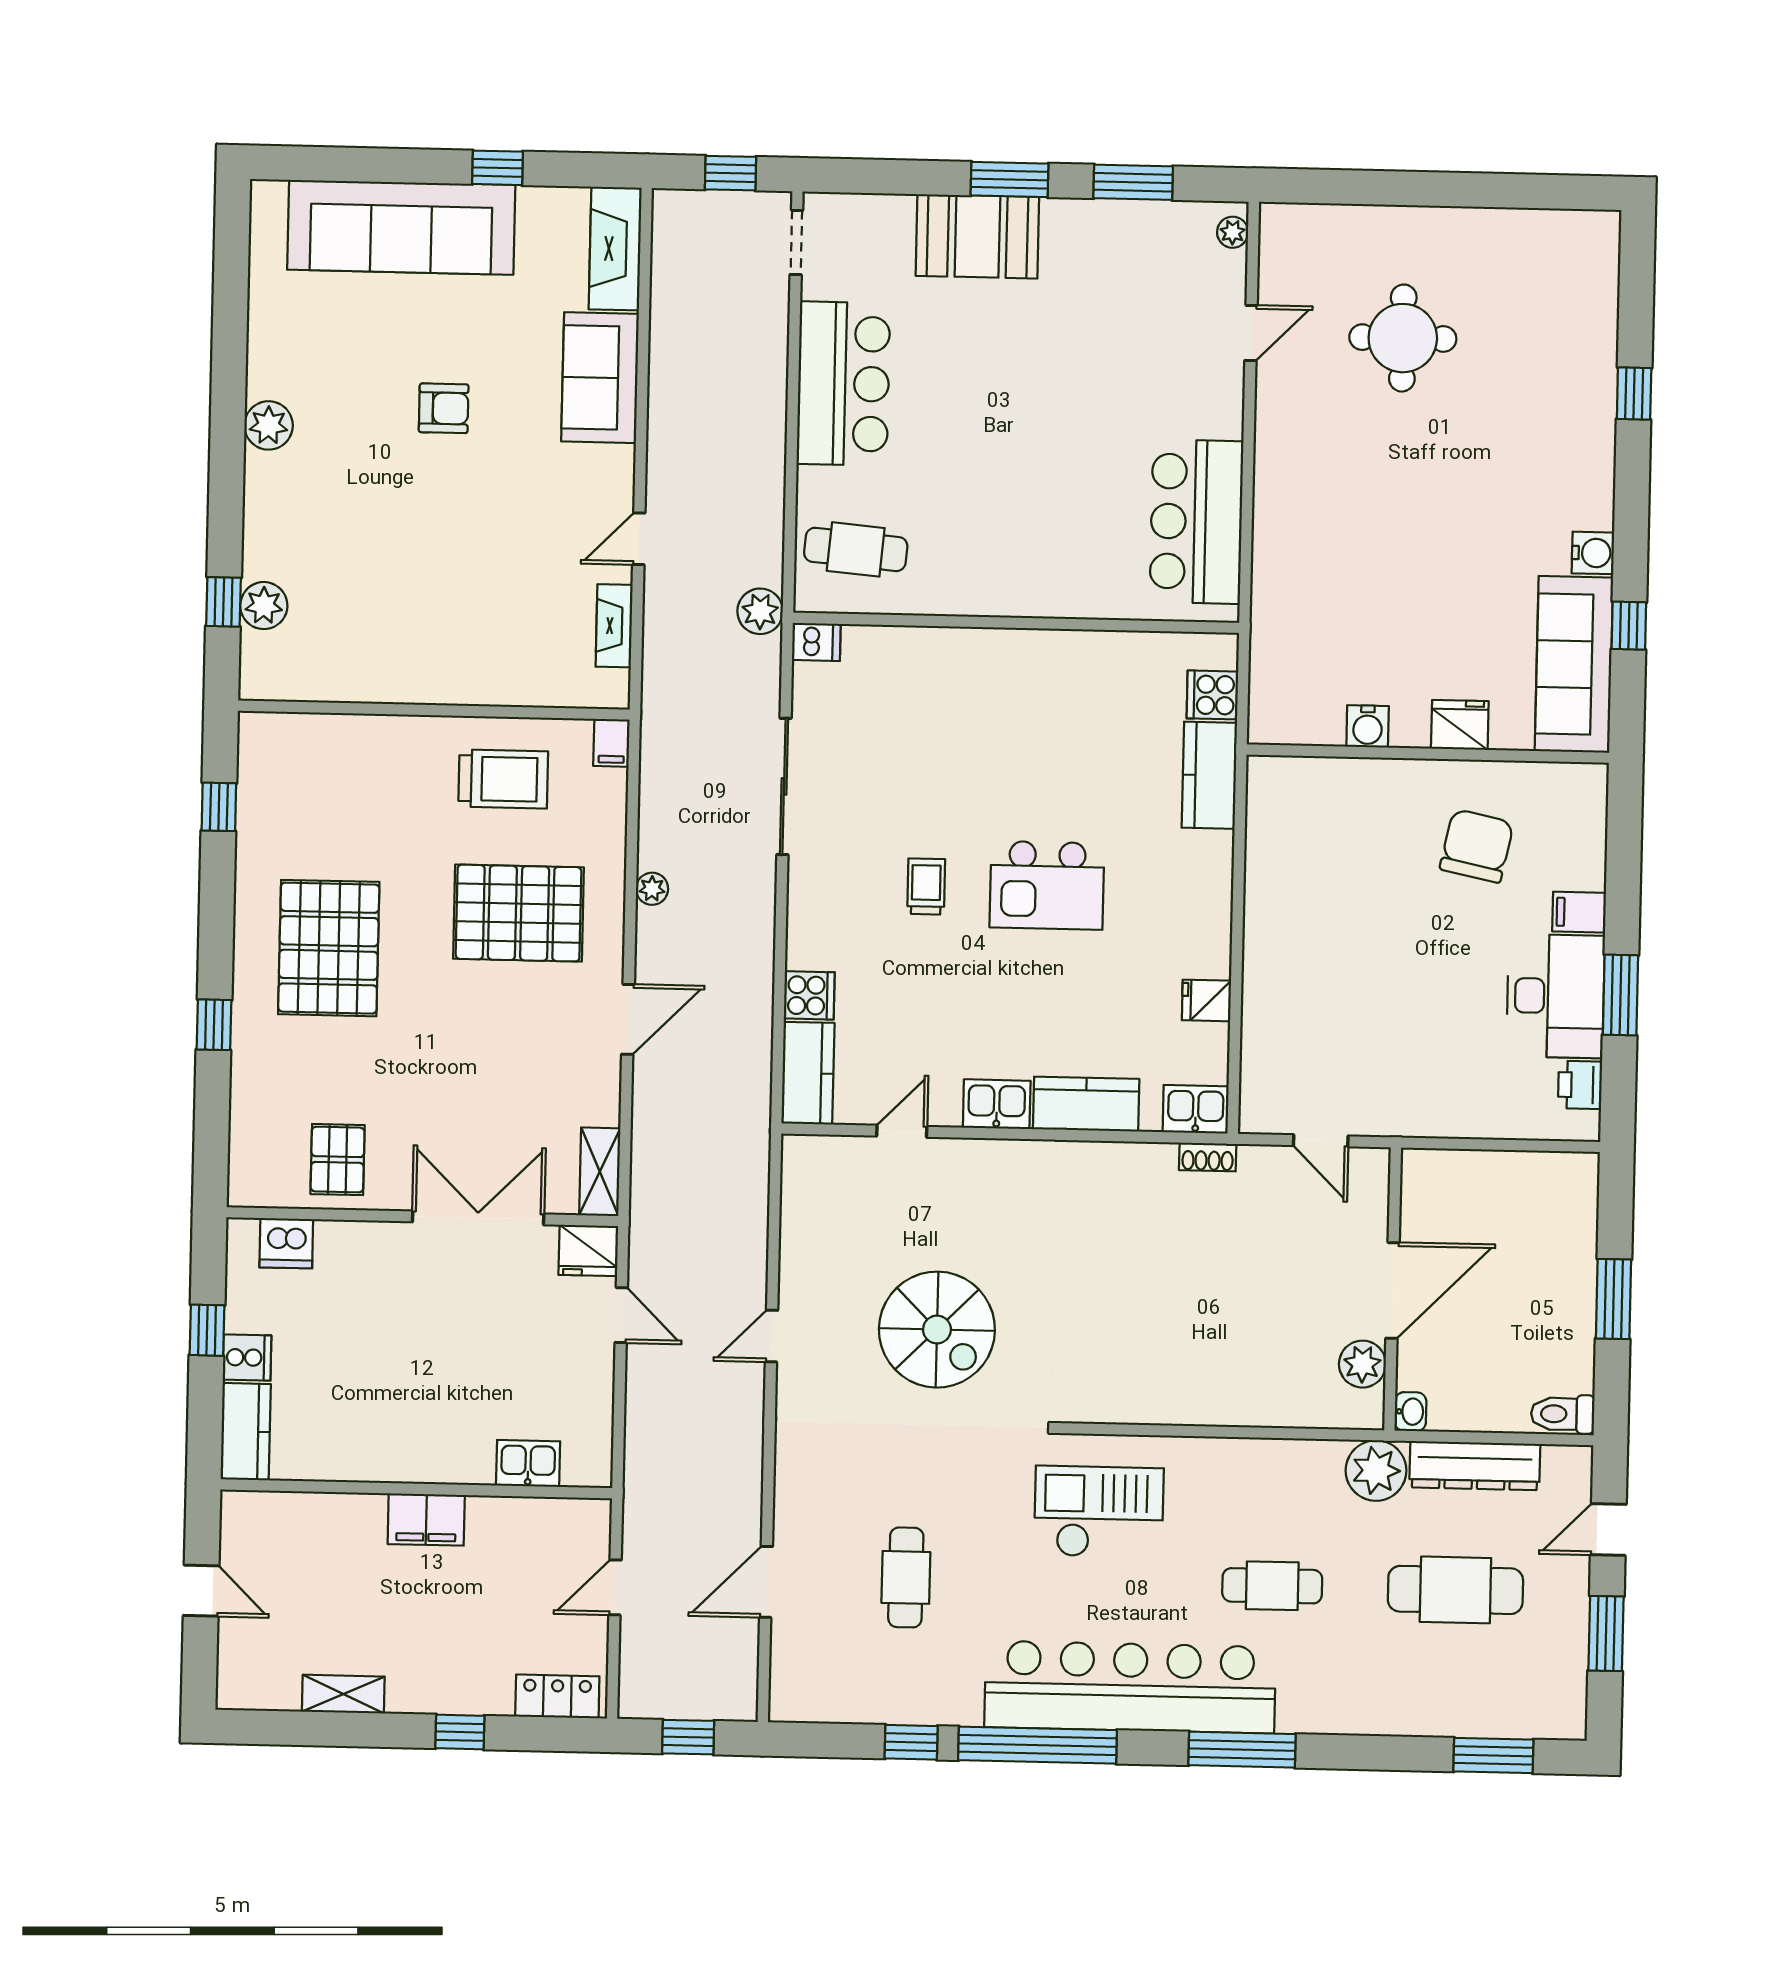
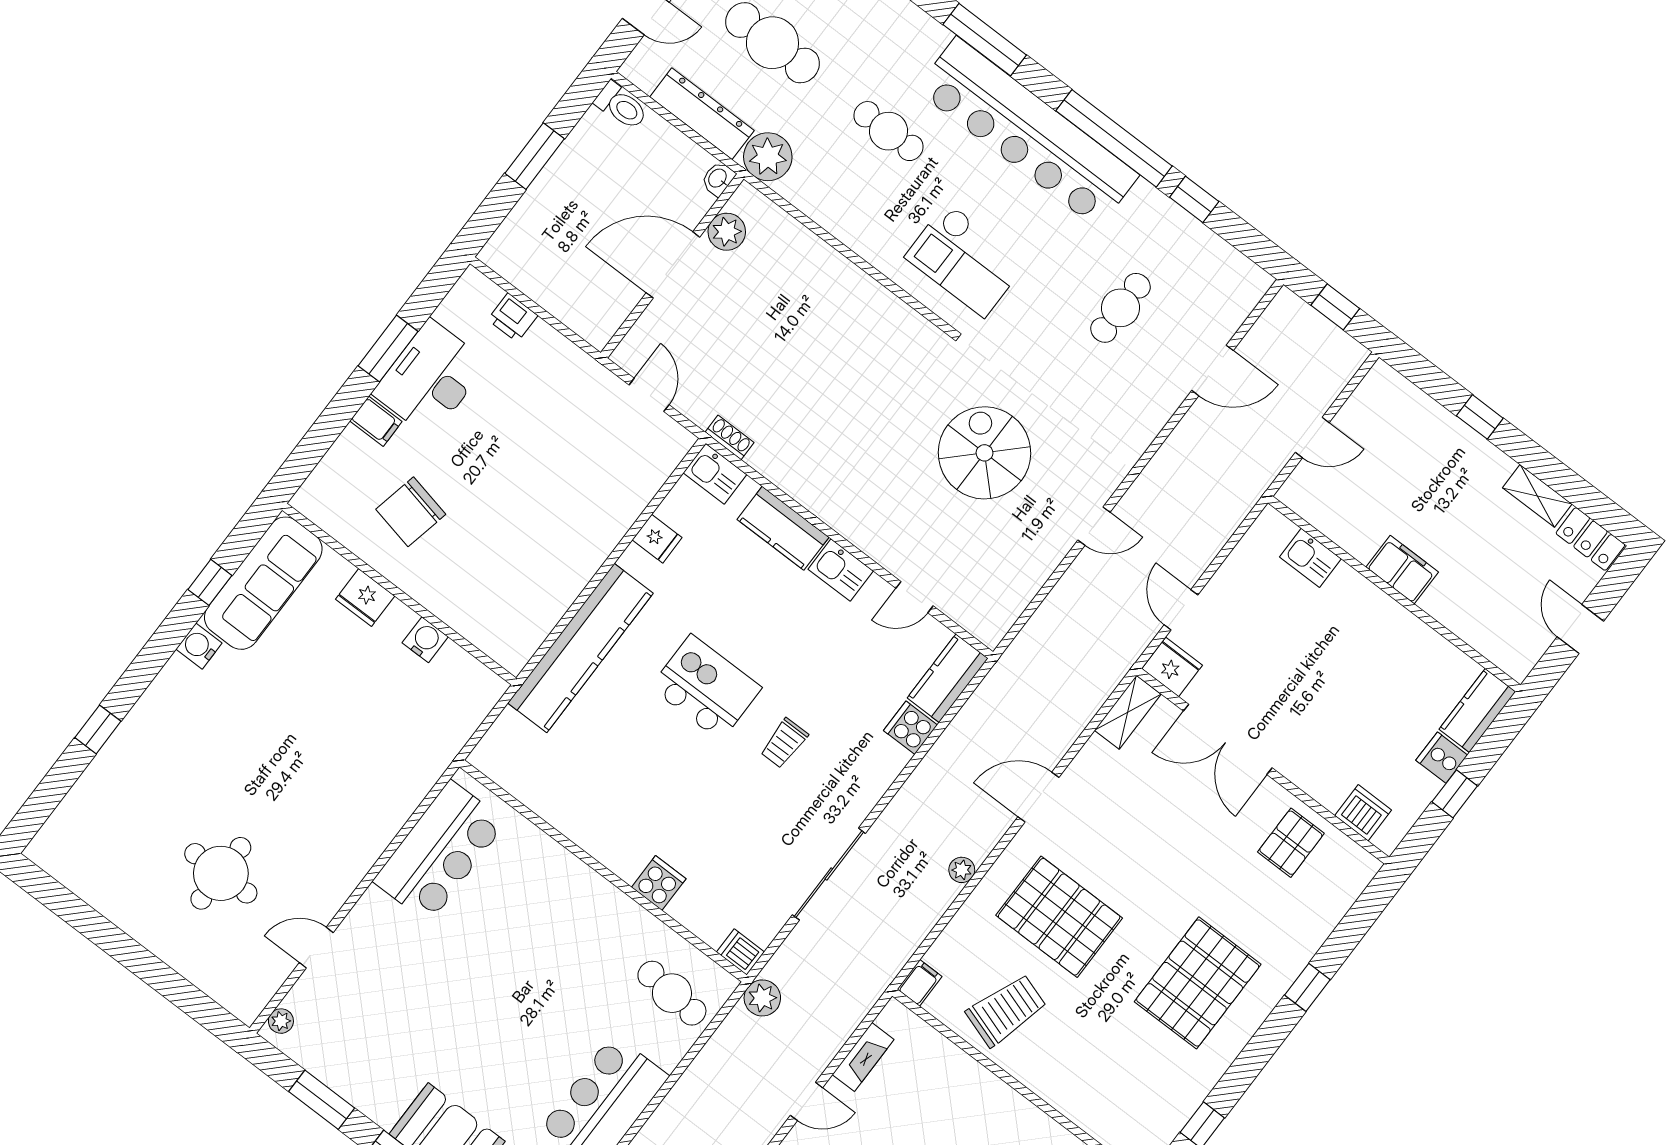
cooker: (1212, 695) -> (659, 883), moved, turned -90
kitchen counter: (1209, 775) -> (580, 648), width x2.08, depth x1.17
trolley: (503, 779) -> (1006, 1010), turned 108
printer: (1580, 1085) -> (513, 318), moved, turned 90
locker: (557, 1696) -> (1590, 539), moved

